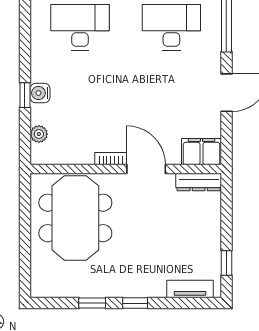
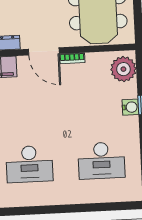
plant: (39, 134) -> (123, 69), width x1.88, depth x1.88

